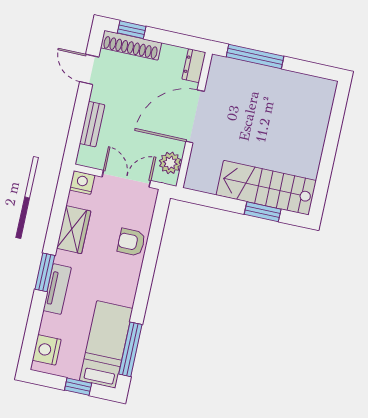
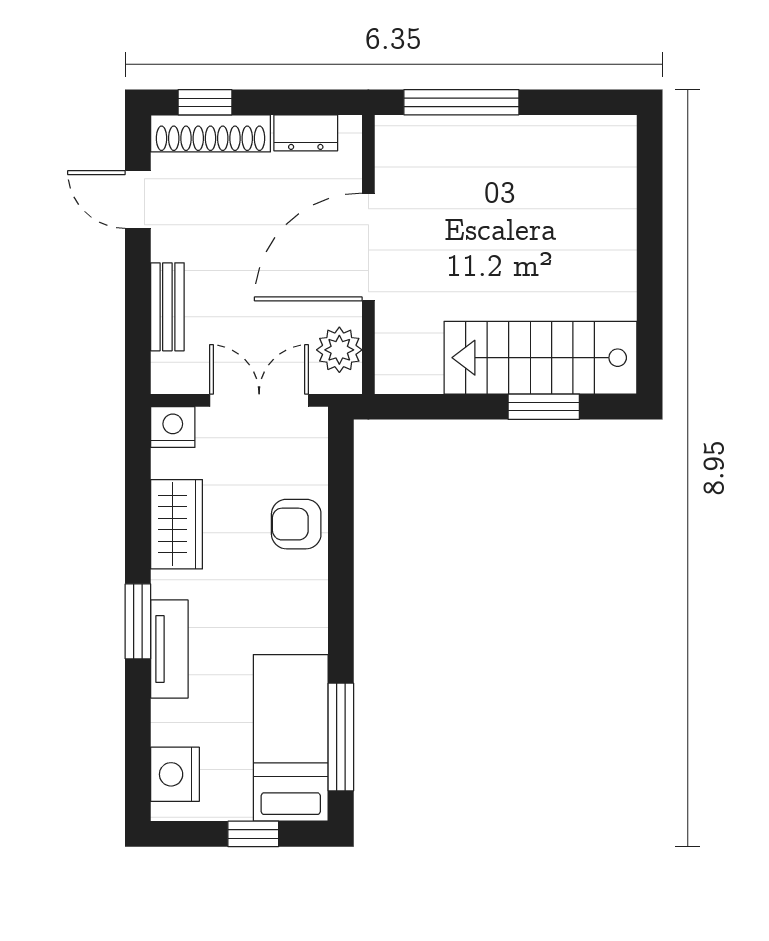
dresser: (194, 66) -> (306, 133), moved, turned -90

